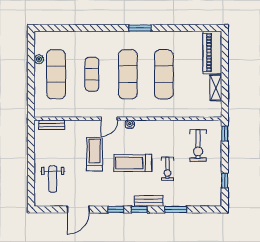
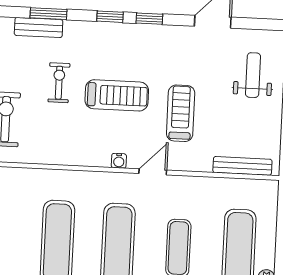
bench: (52, 125) -> (242, 166), width x1.36
treadmill: (95, 154) -> (181, 113), turned 180
bench: (149, 201) -> (39, 28), moved

